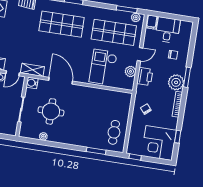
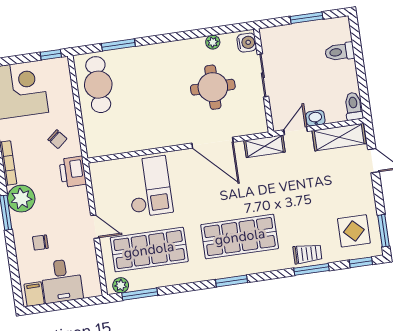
filing cabinet: (152, 22) -> (34, 294), moved
door: (140, 54) -> (95, 227), swing flipped
plant: (130, 71) -> (102, 193), removed
printer: (145, 76) -> (73, 172), moved
water cooler: (32, 83) -> (247, 43), moved
cafe table: (114, 132) -> (98, 85), width x1.37, depth x1.35

